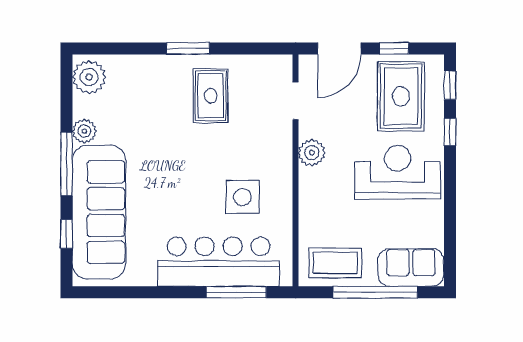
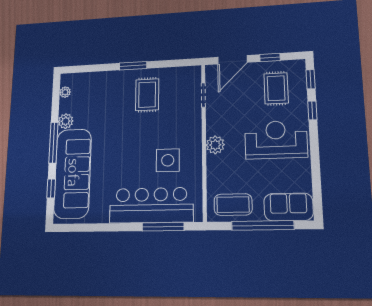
plant: (89, 77) -> (65, 92), width x0.53, depth x0.53
rug: (401, 96) -> (276, 88), width x0.73, depth x0.70
plant: (312, 153) -> (215, 145), moved

